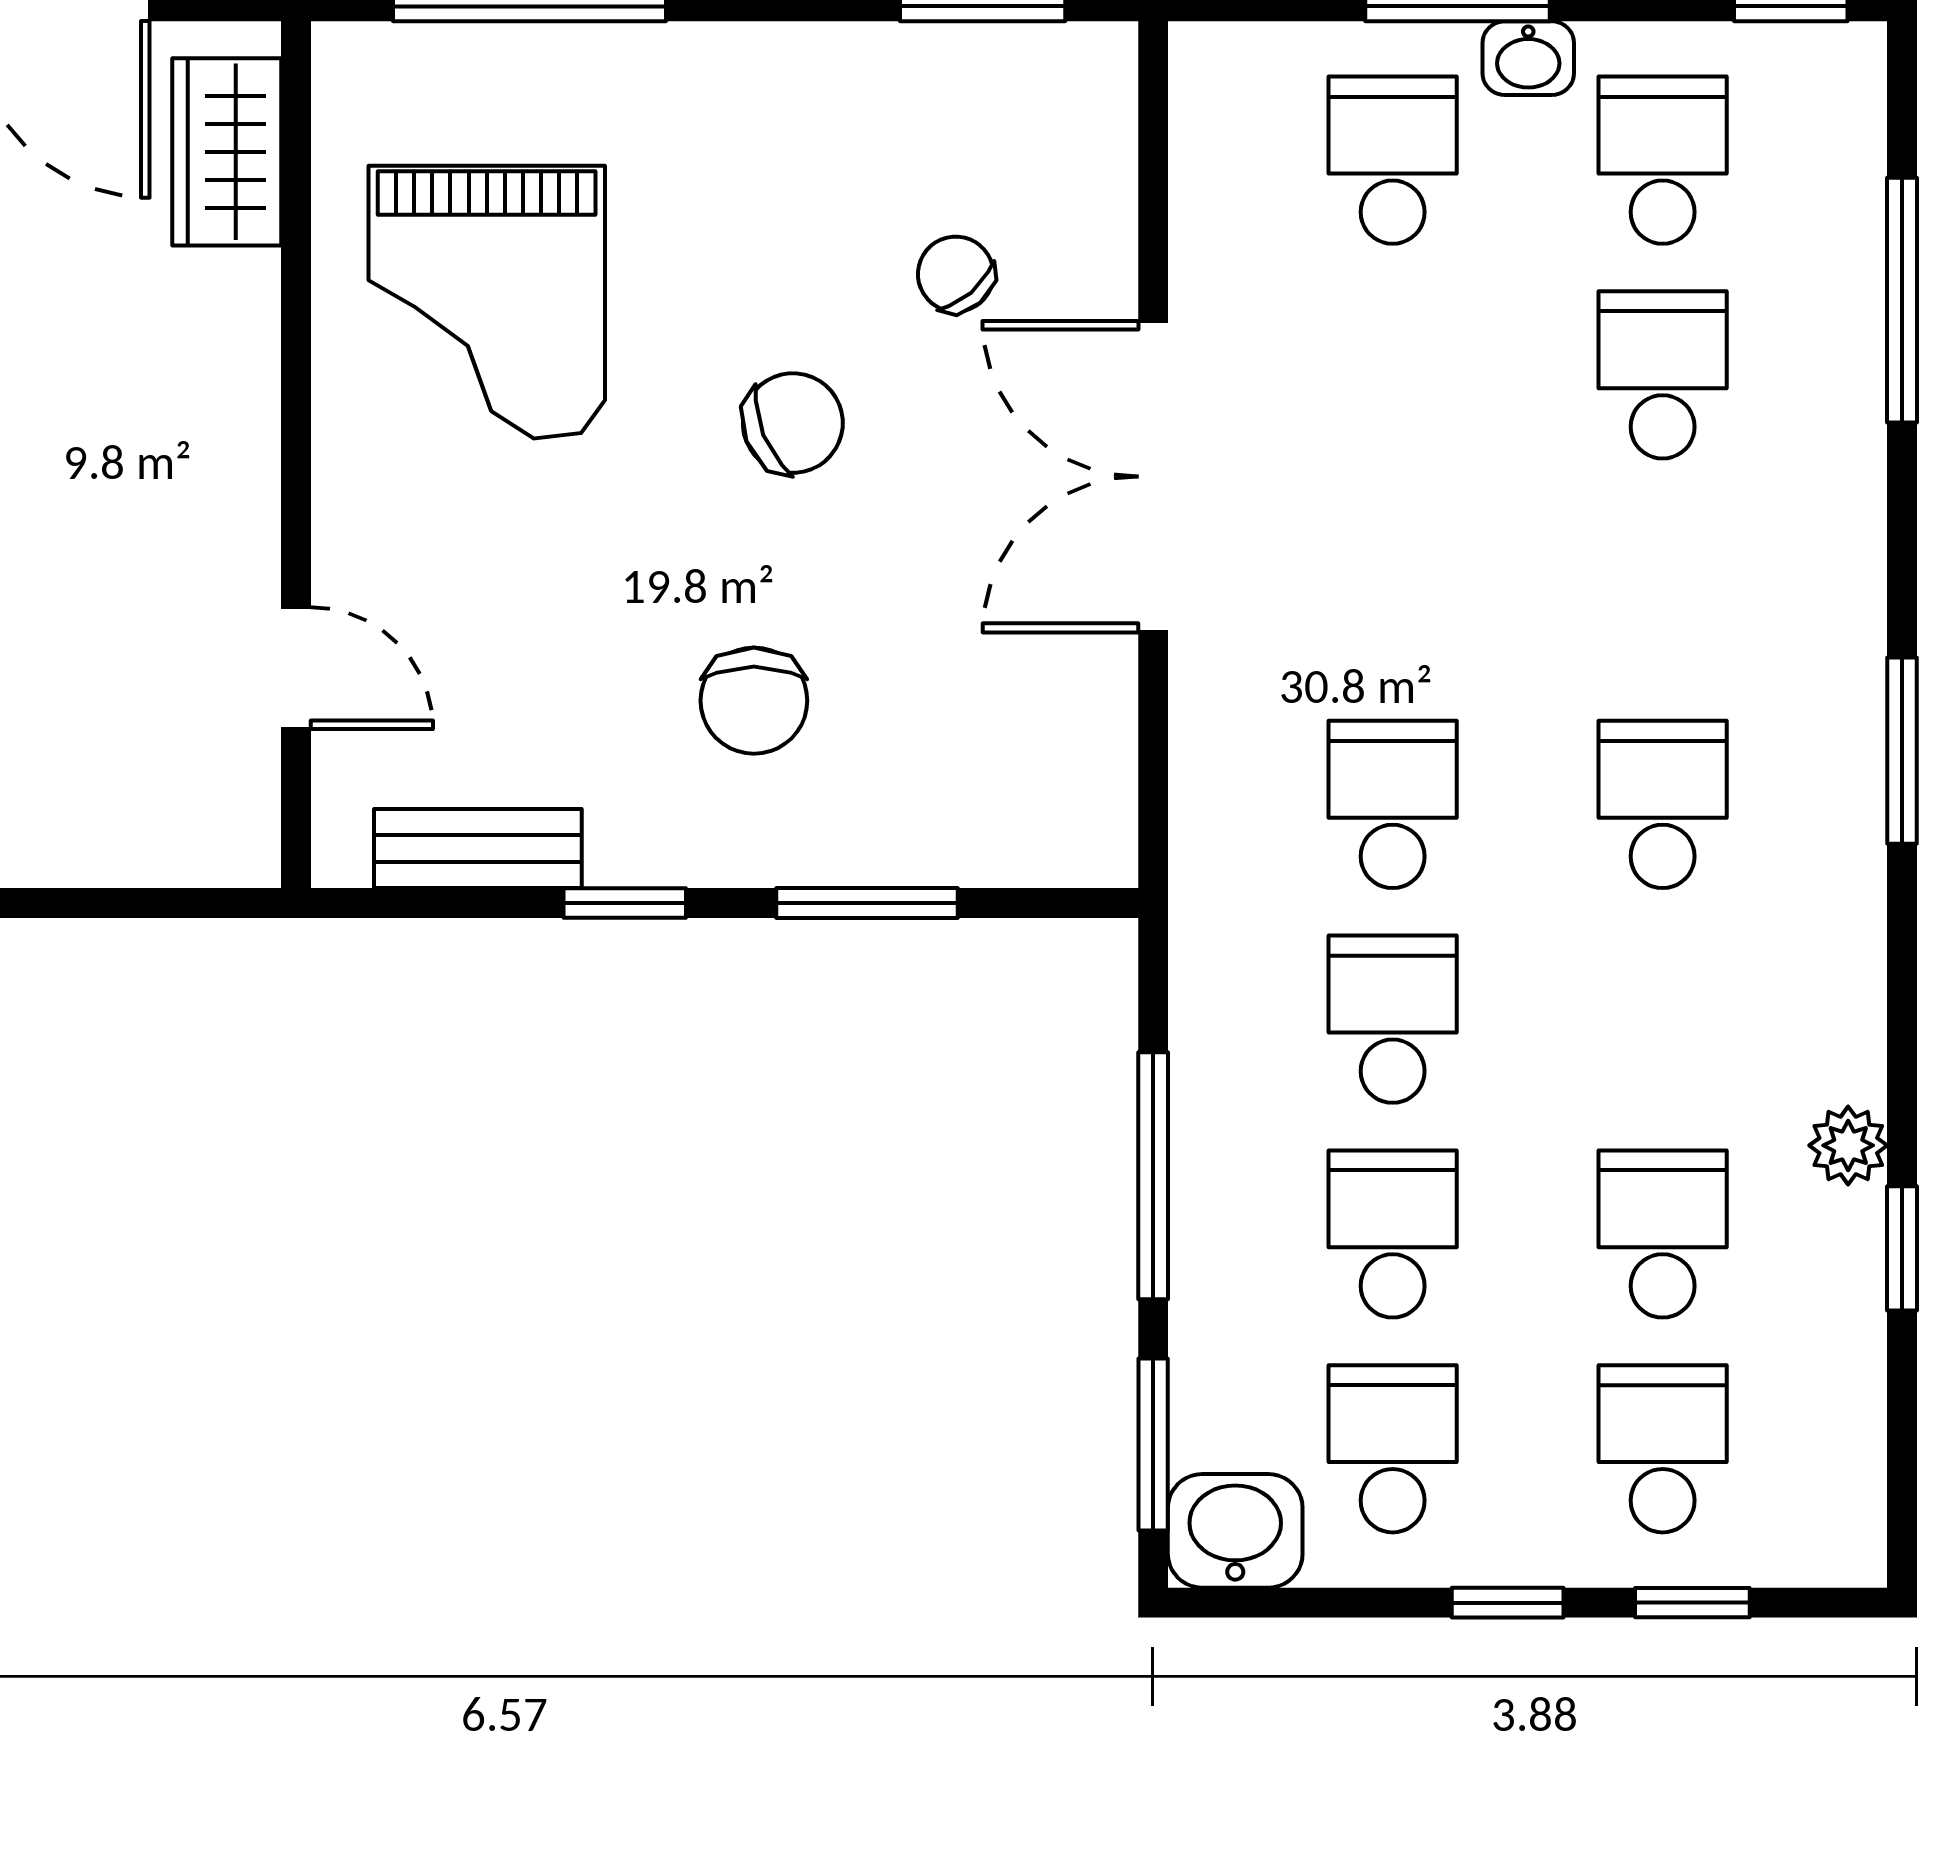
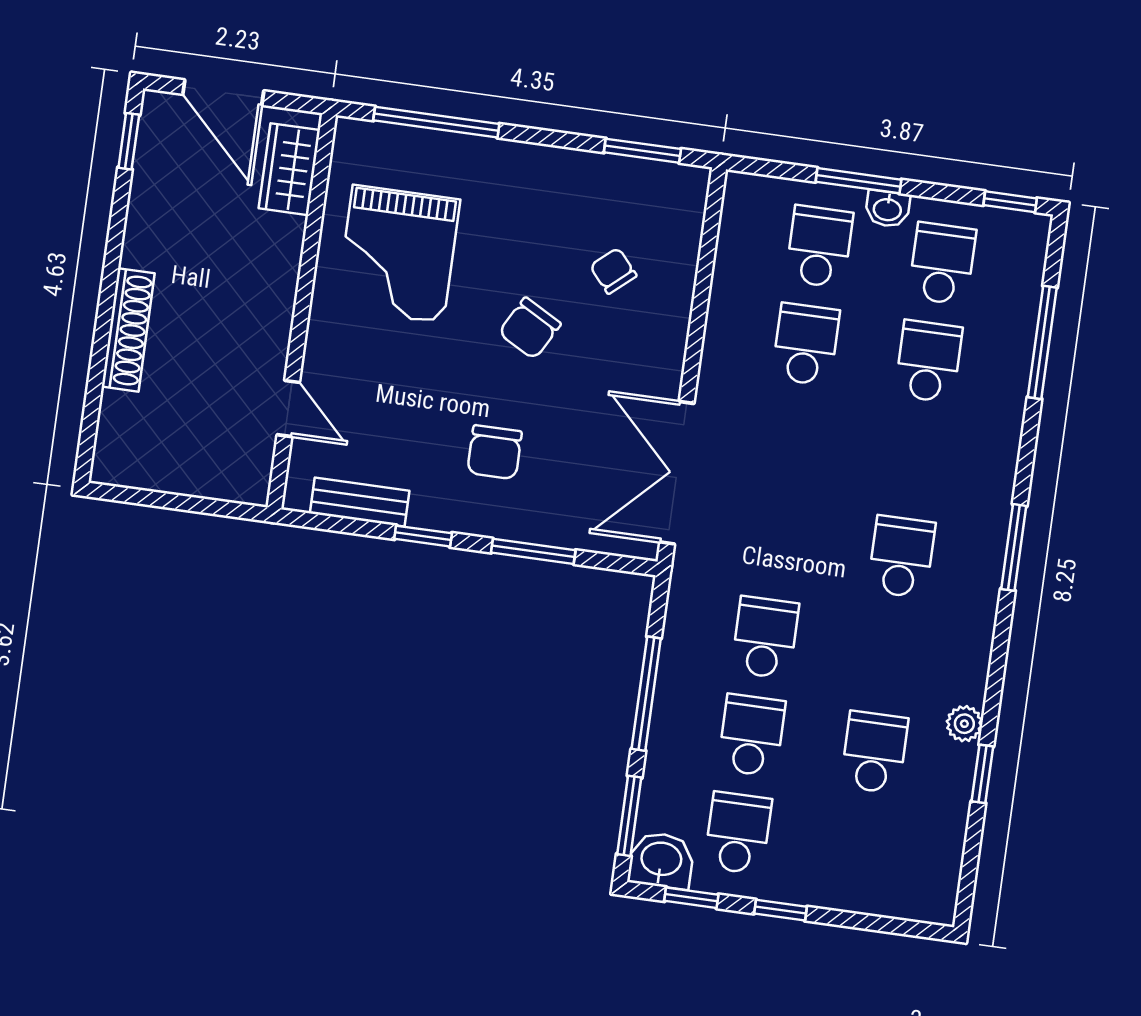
chair: (793, 423) -> (530, 328), turned 141
double door: (1153, 477) -> (677, 473), moved
school desk: (1393, 804) -> (806, 344), moved
school desk: (1663, 1449) -> (861, 850), removed
window: (1692, 1603) -> (691, 898), moved

